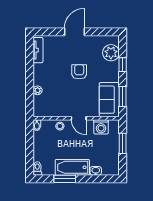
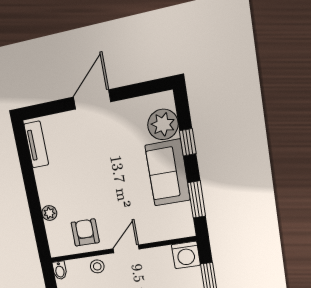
armchair: (79, 72) -> (85, 232), moved
sofa: (109, 100) -> (168, 173), moved
door: (79, 118) -> (126, 249), swing flipped
washing machine: (101, 127) -> (186, 255), moved

